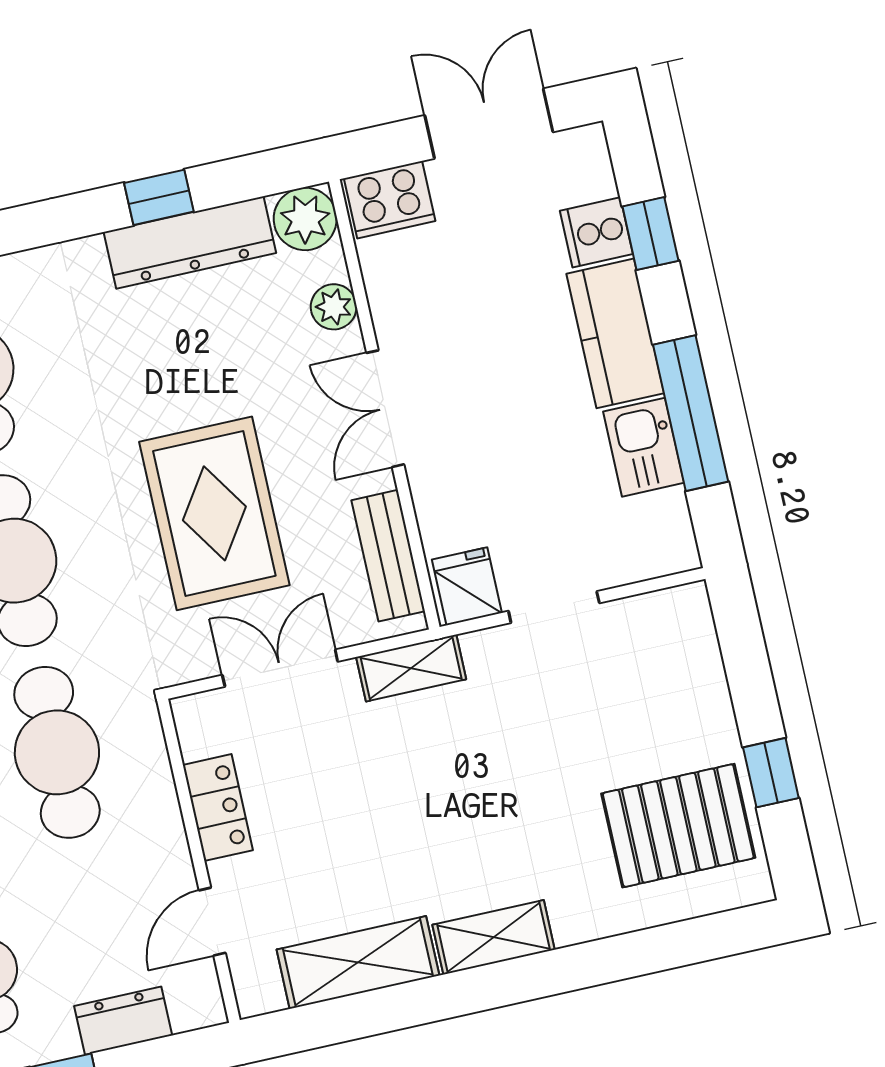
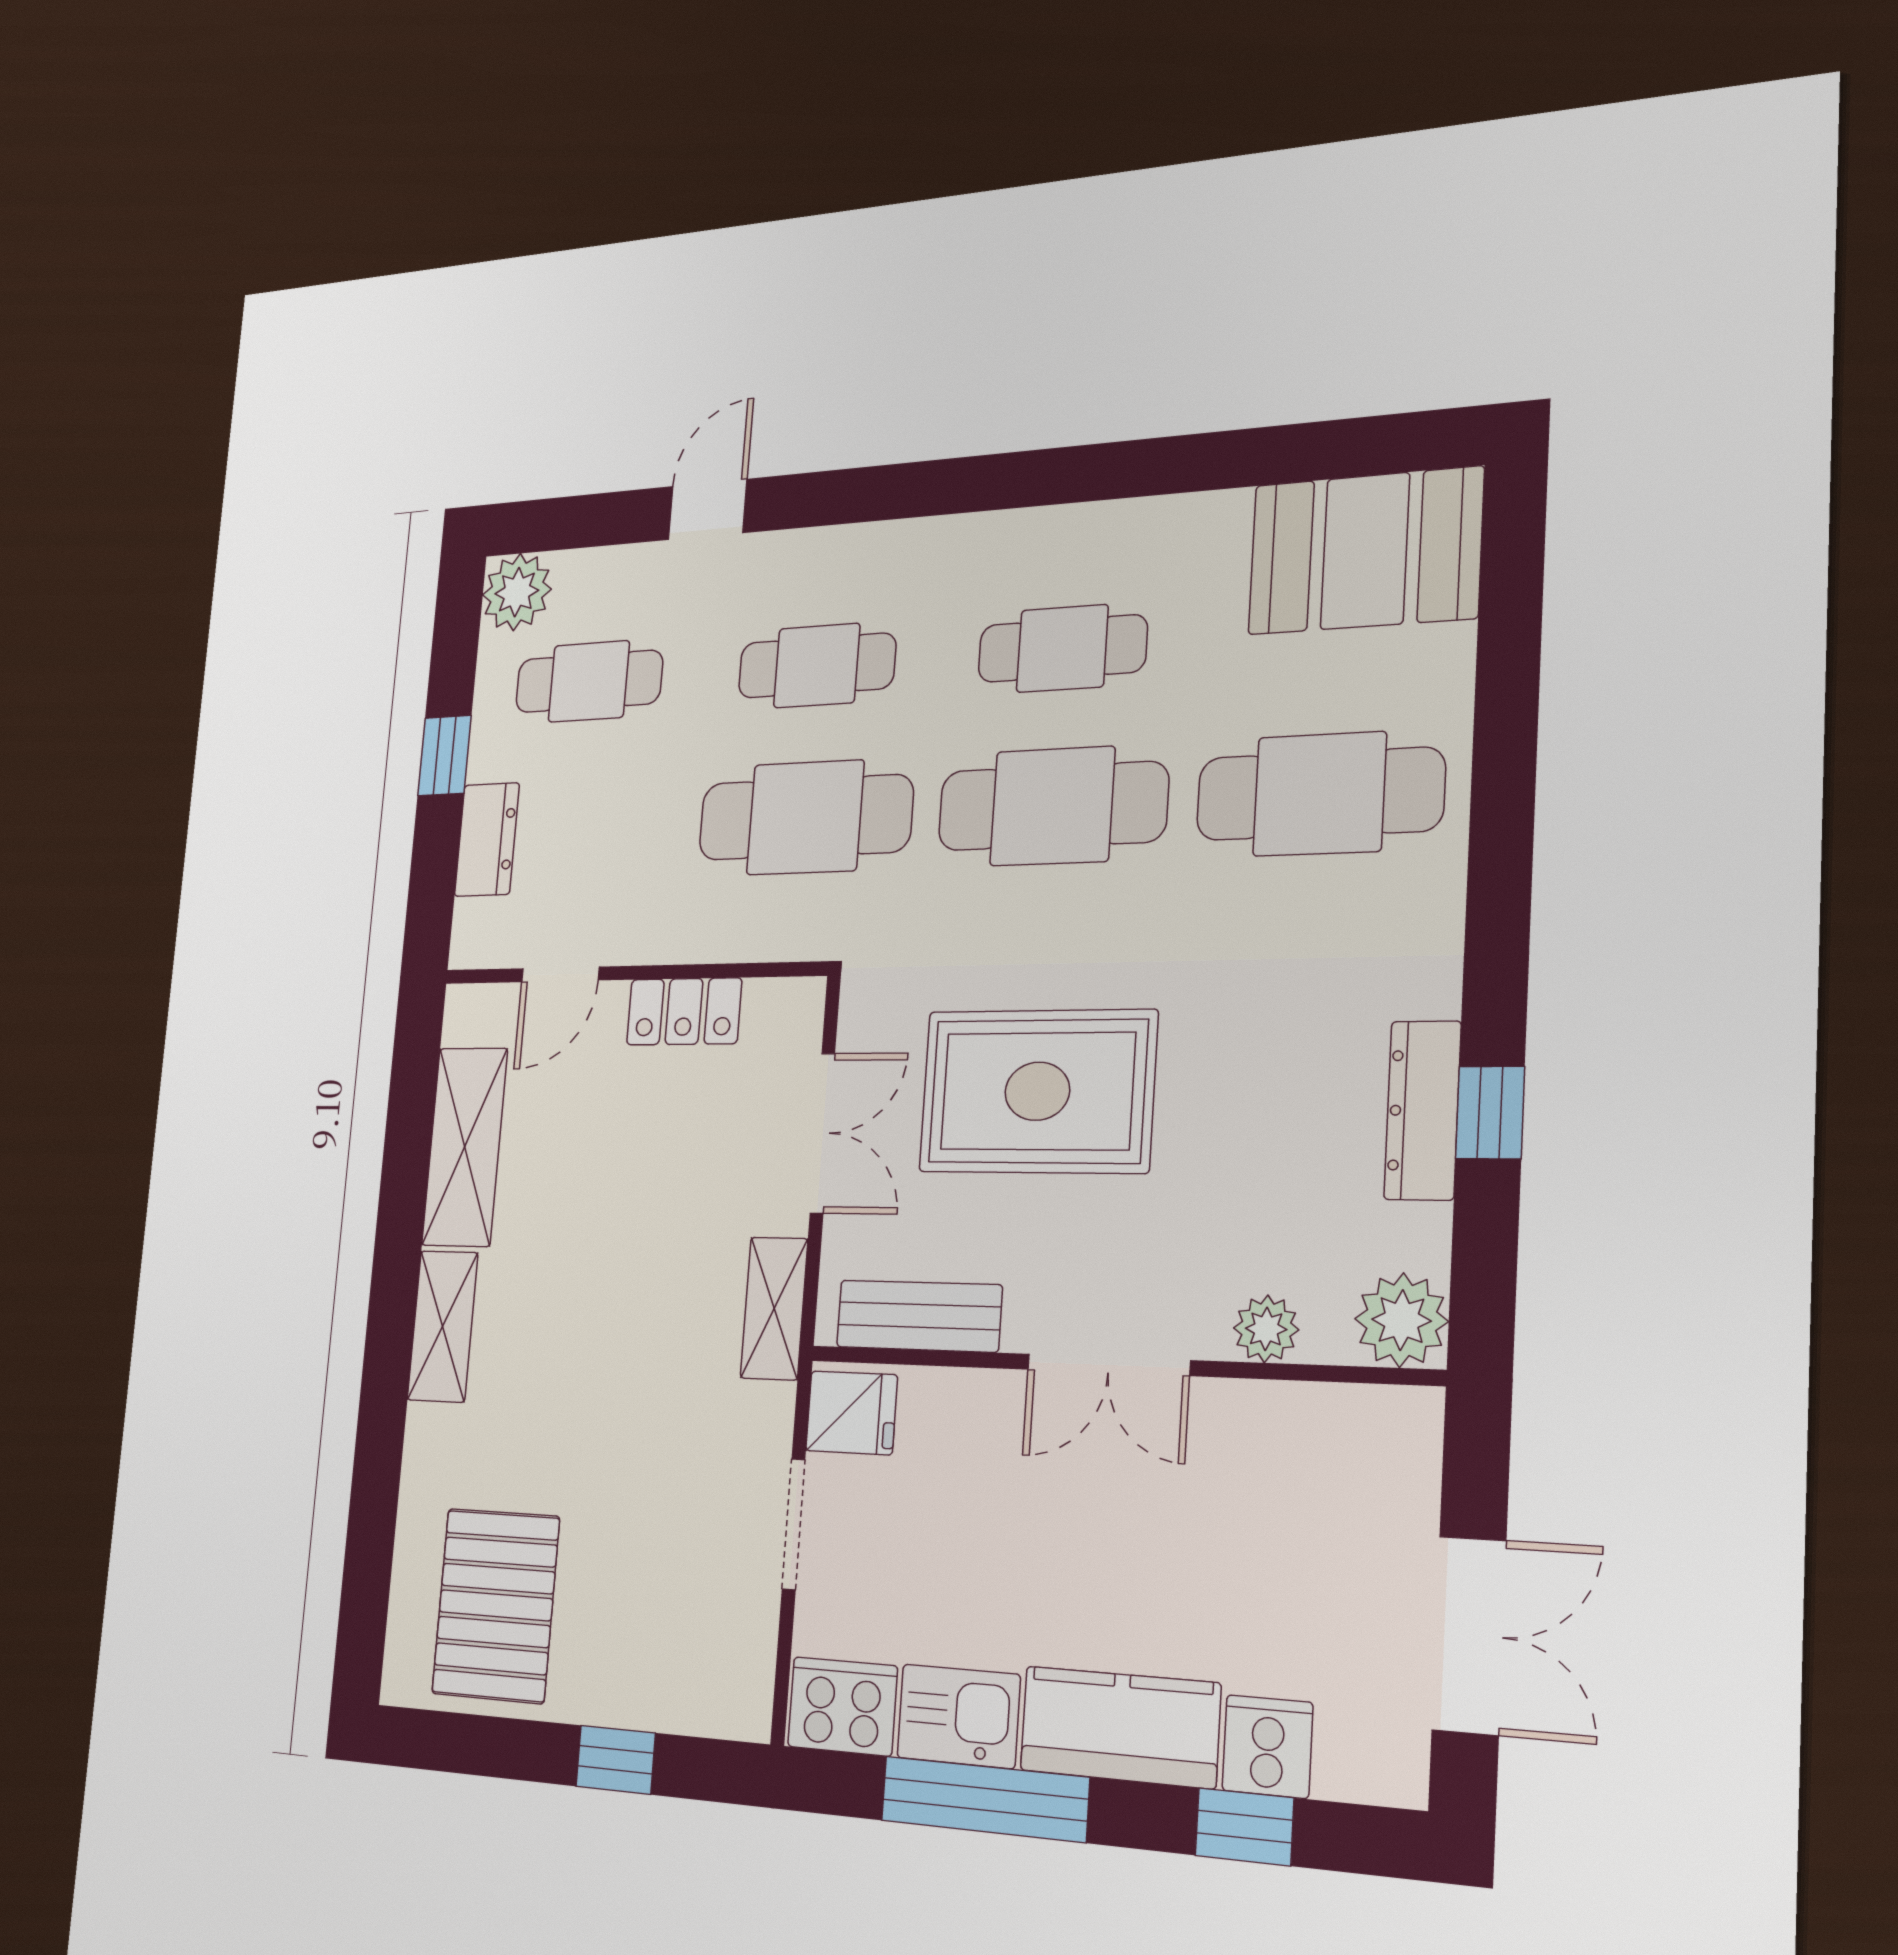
cooker: (390, 200) -> (842, 1706), moved, turned 90
dresser: (190, 242) -> (1423, 1110), width x0.73, depth x0.80
double door: (385, 409) -> (1108, 1365), swing flipped
window: (771, 773) -> (616, 1760), moved
door: (212, 922) -> (560, 974), swing flipped

